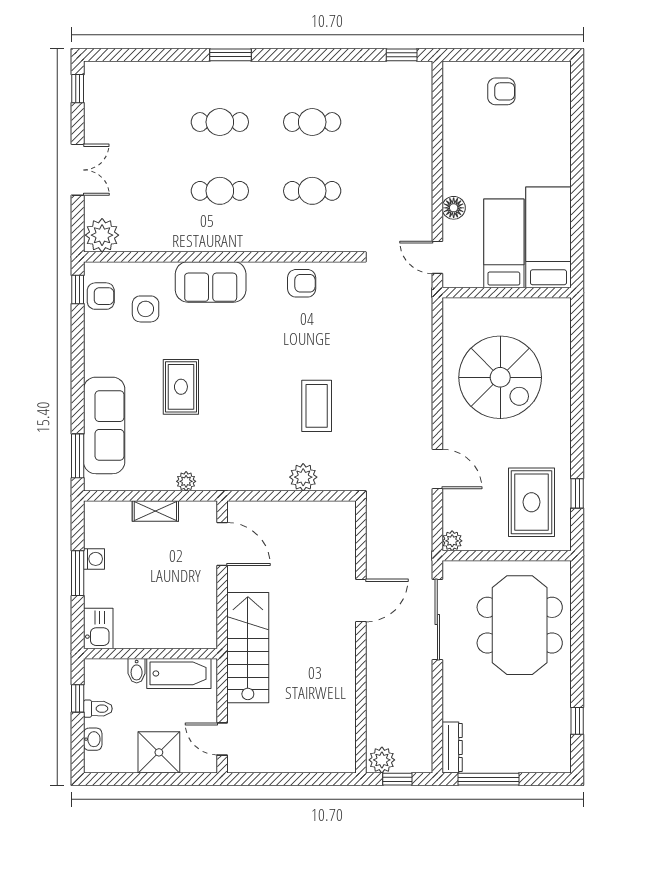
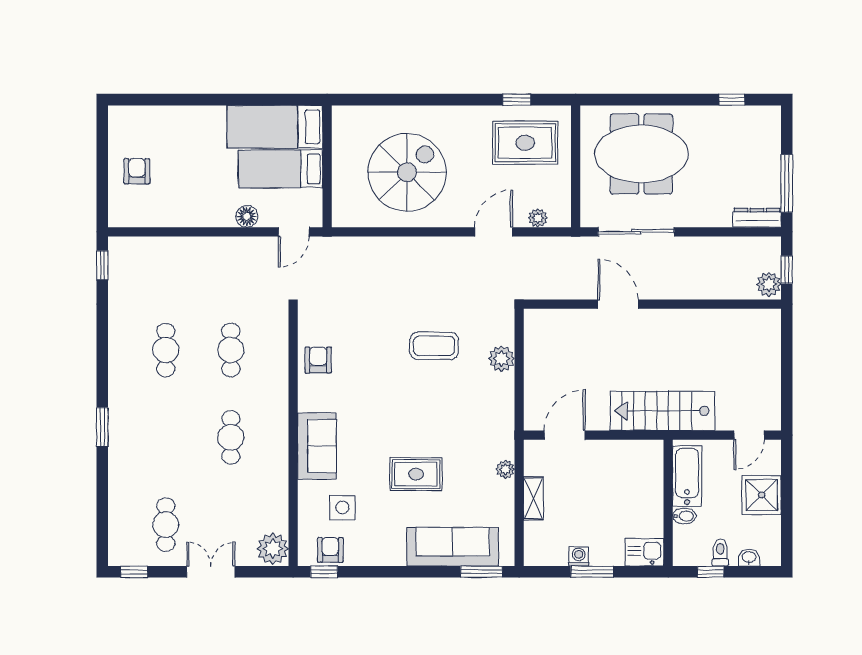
cafe table: (220, 122) -> (166, 525), moved
plant: (452, 541) -> (538, 218), moved

